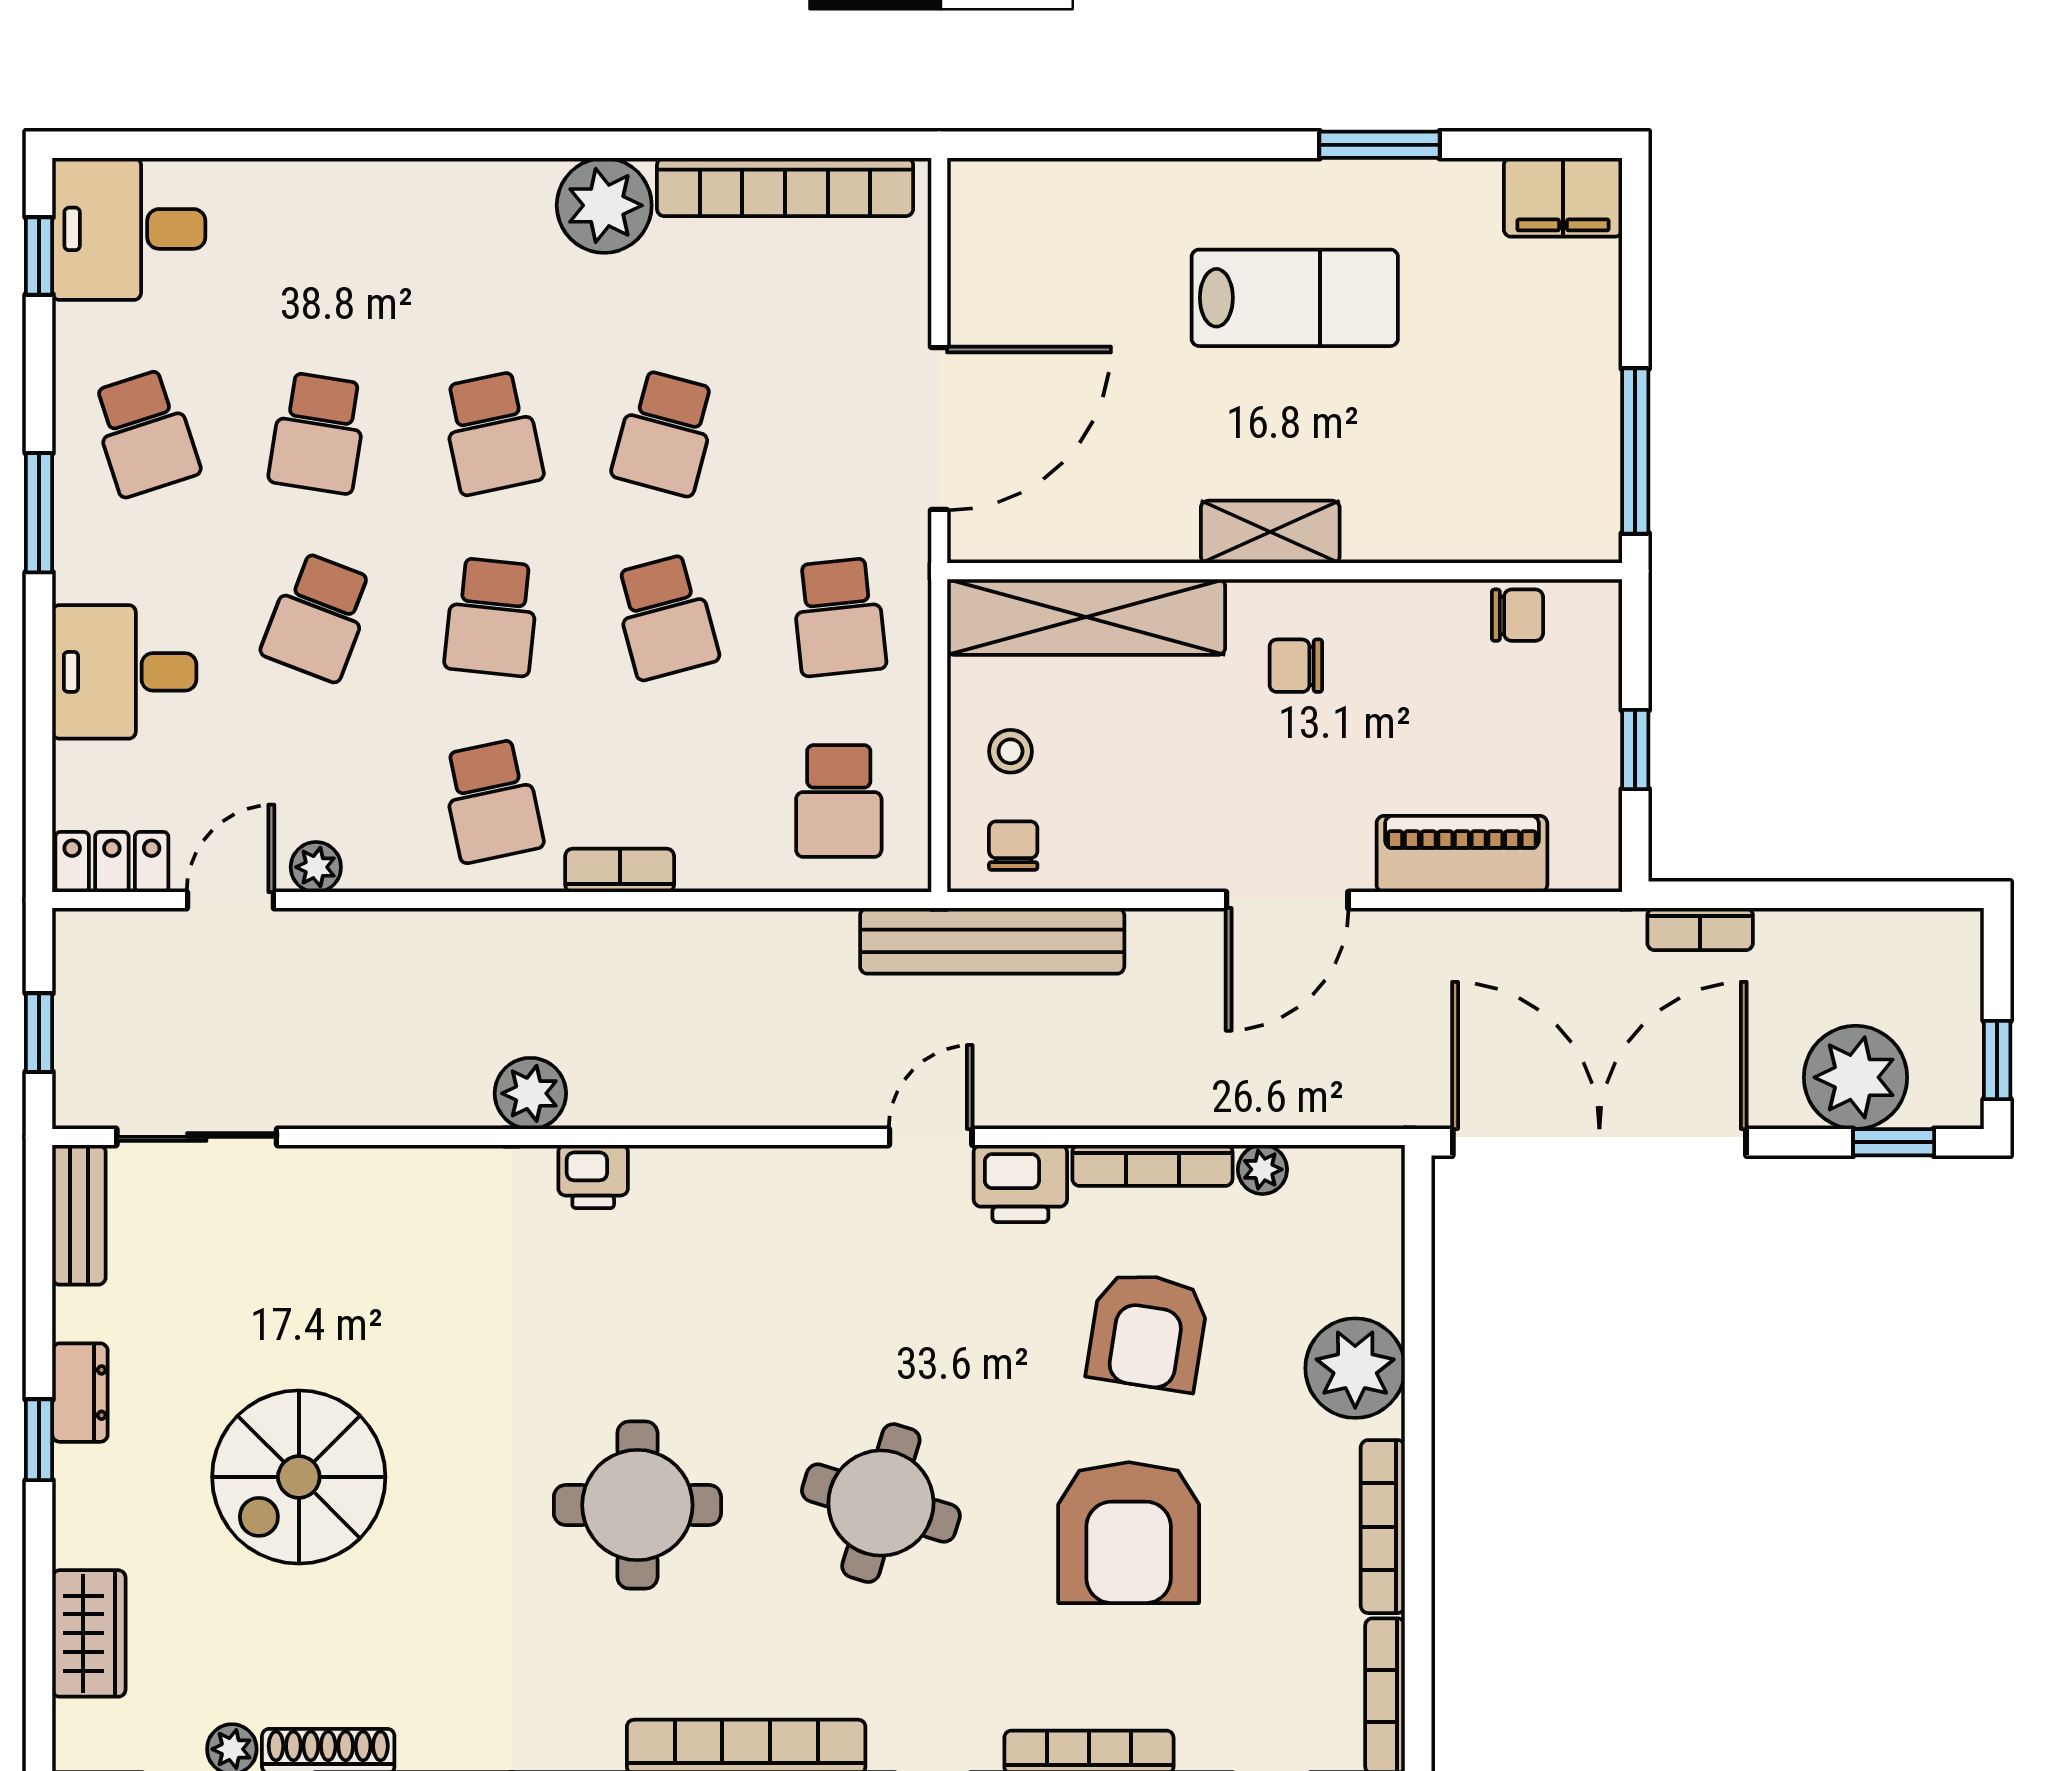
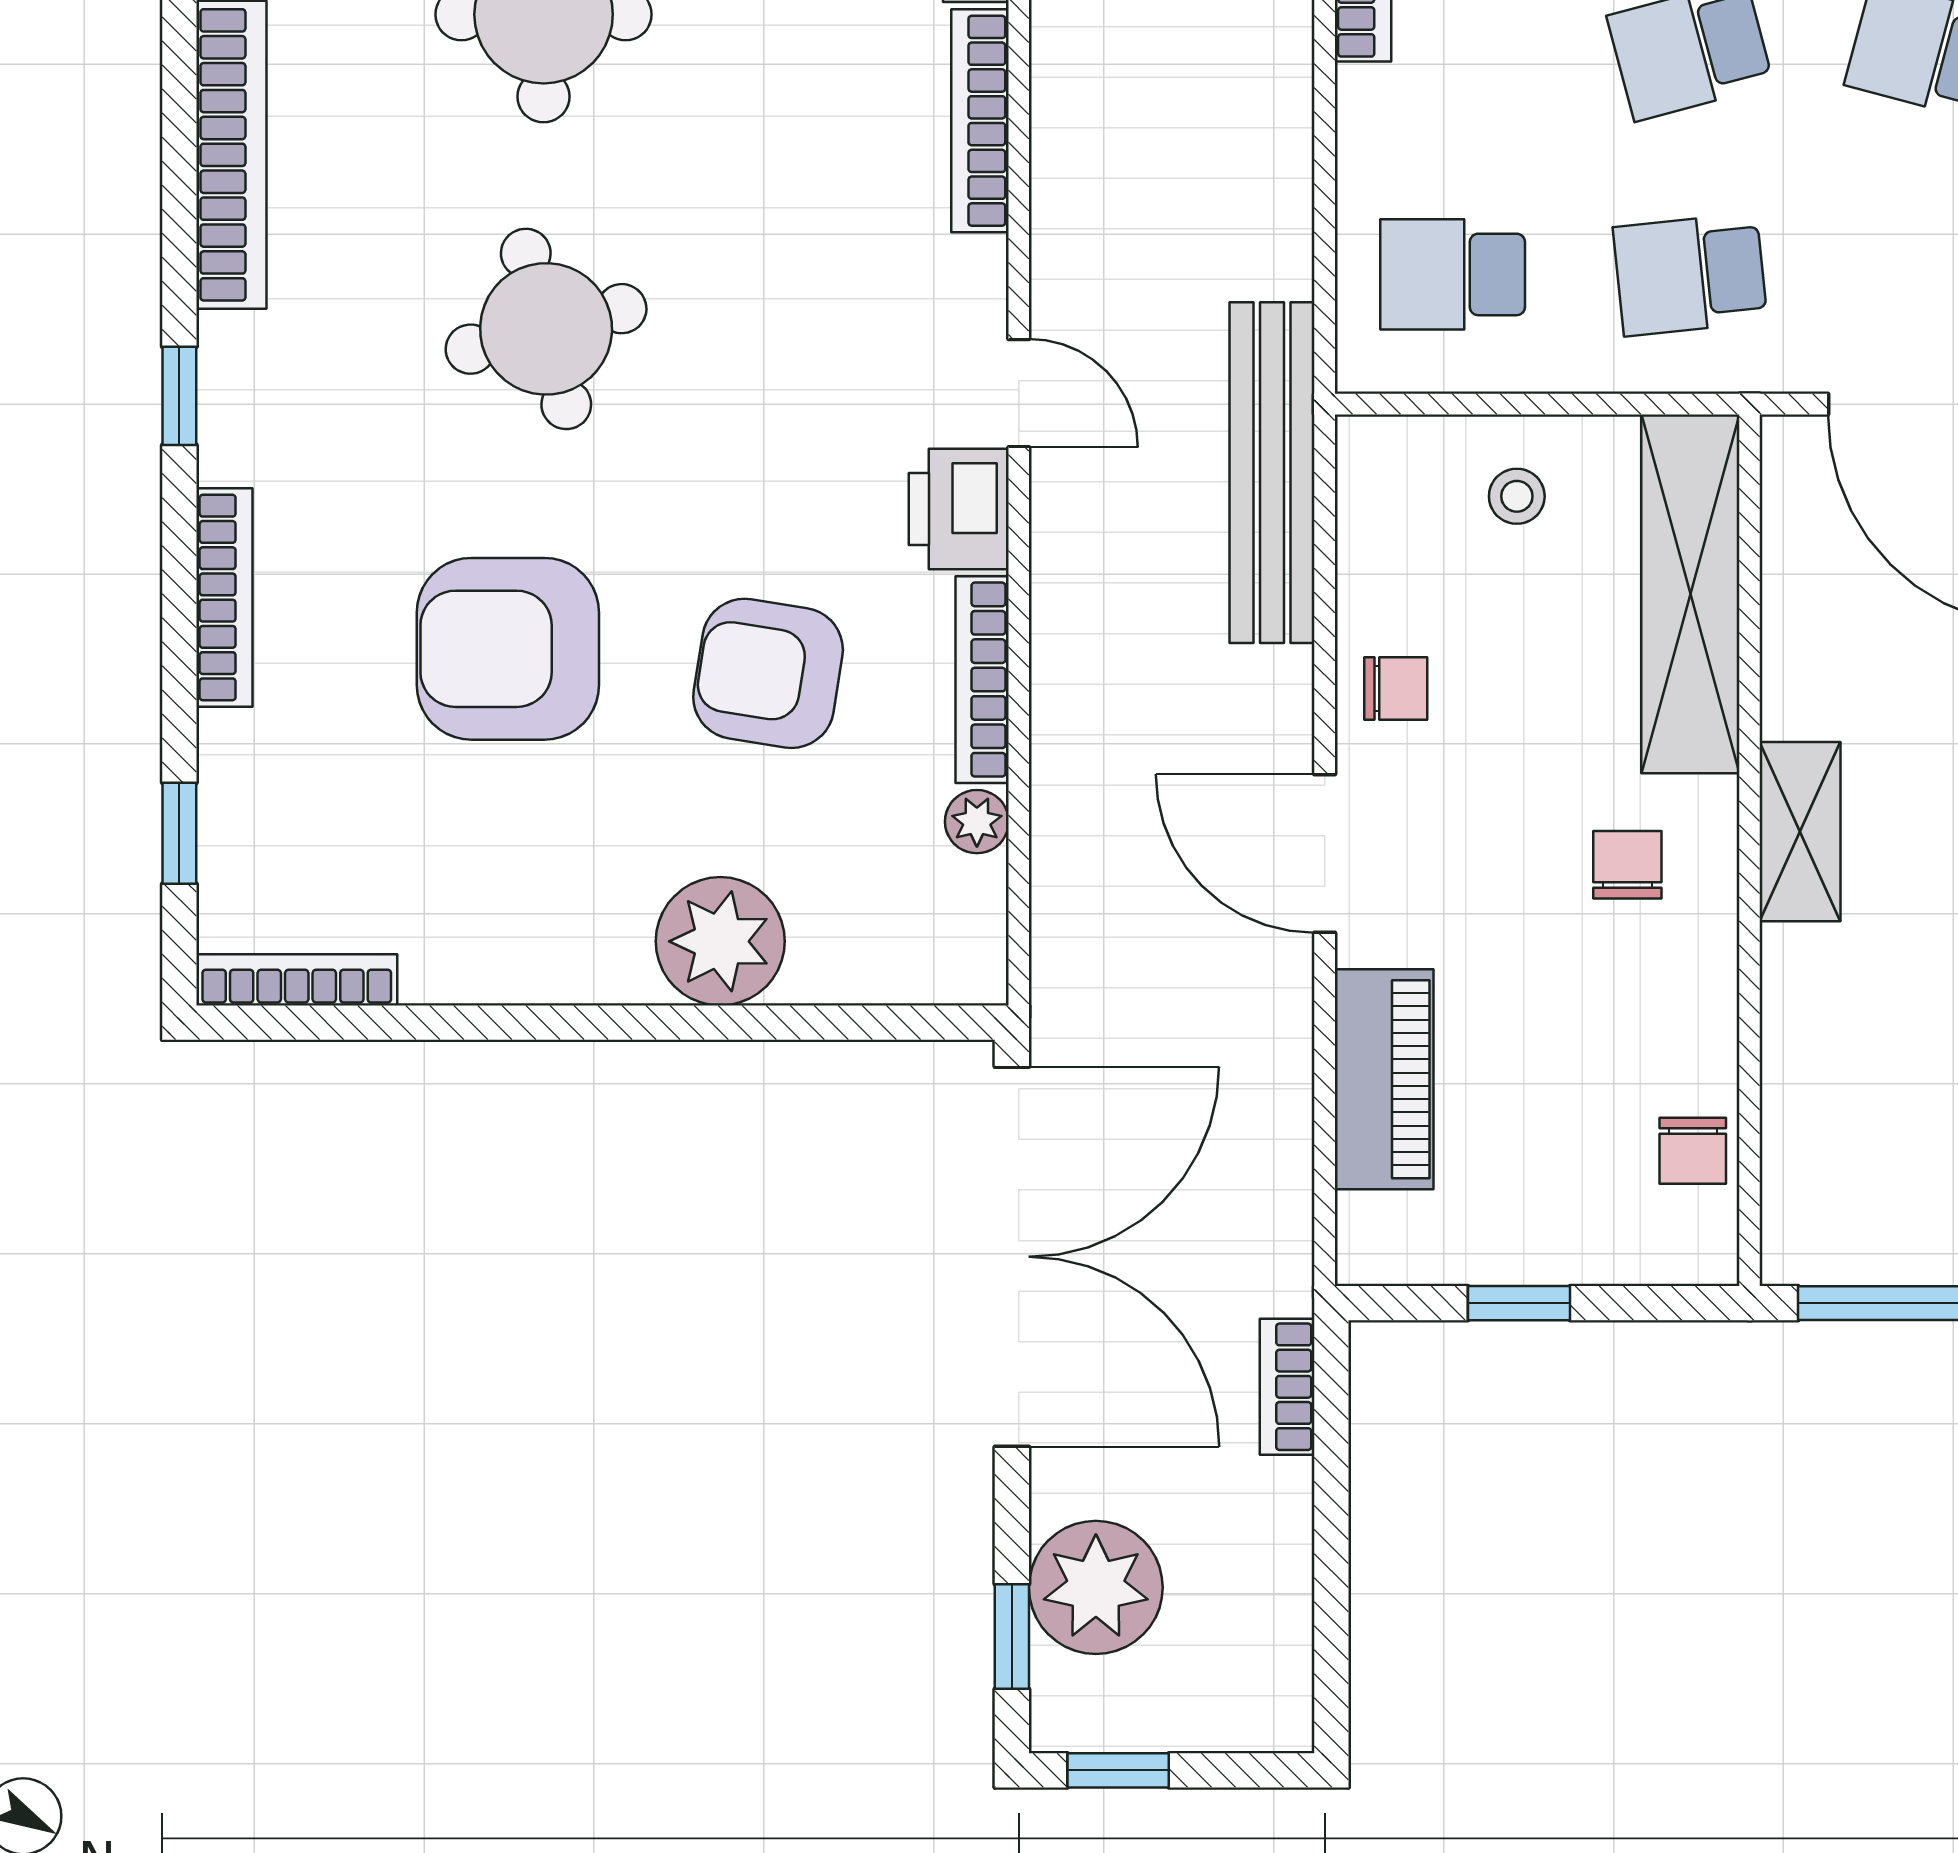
chair: (1013, 846) -> (1396, 688), moved
round table: (881, 1503) -> (546, 329), turned -32
bookcase: (1383, 1527) -> (980, 121), moved, turned -90

